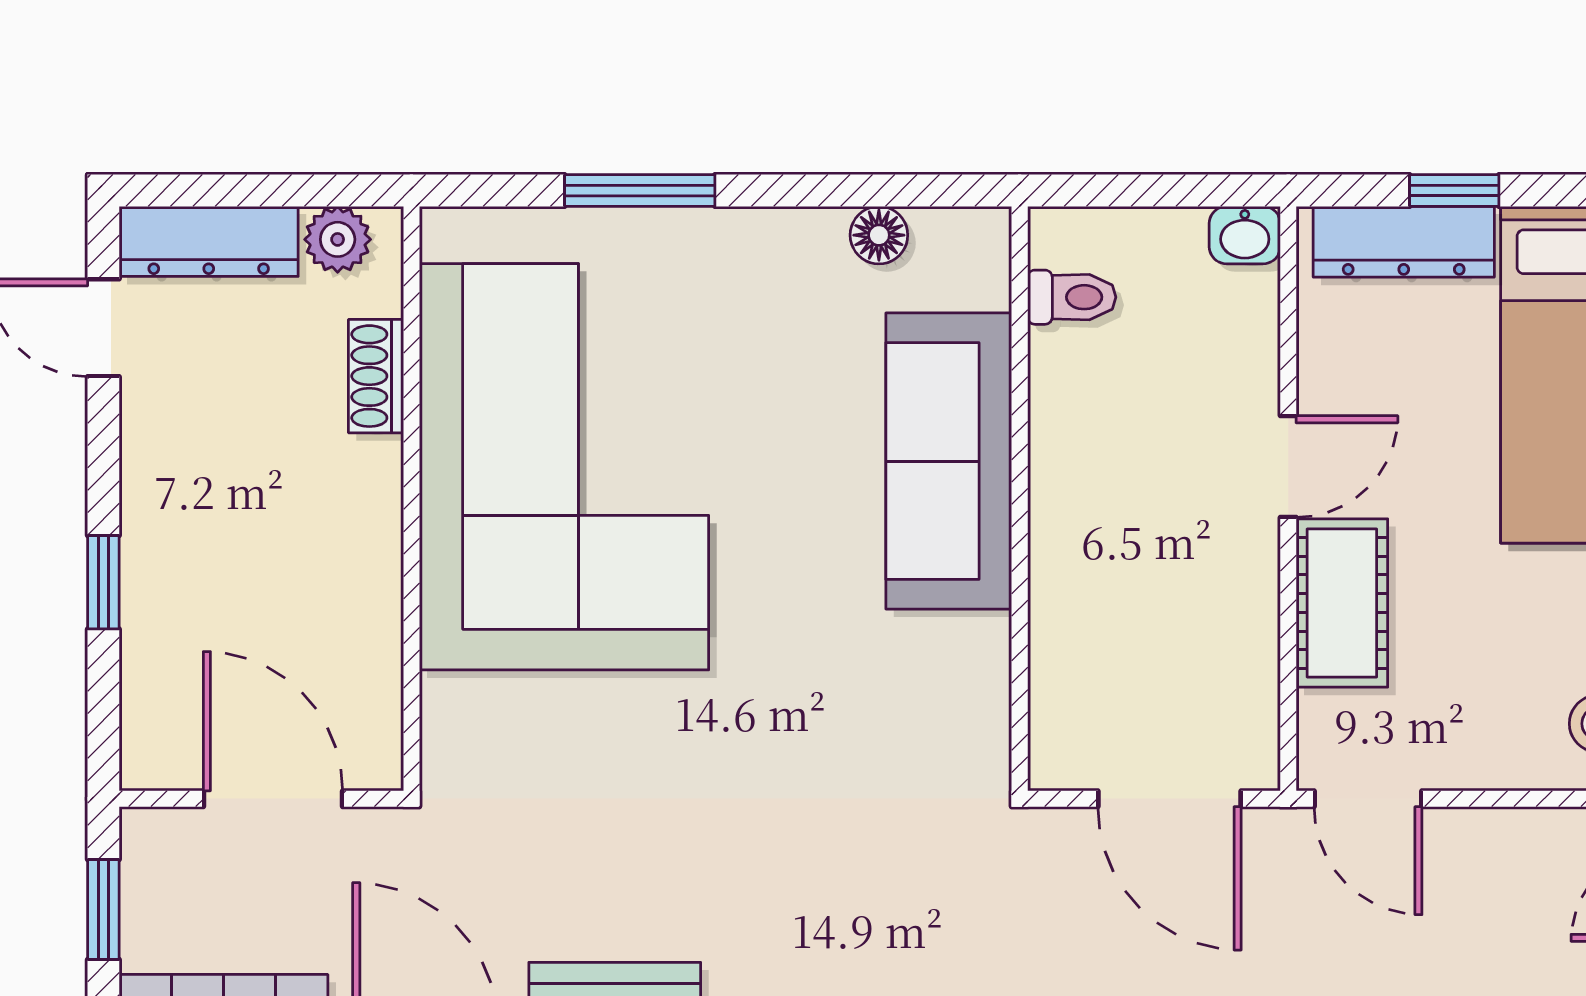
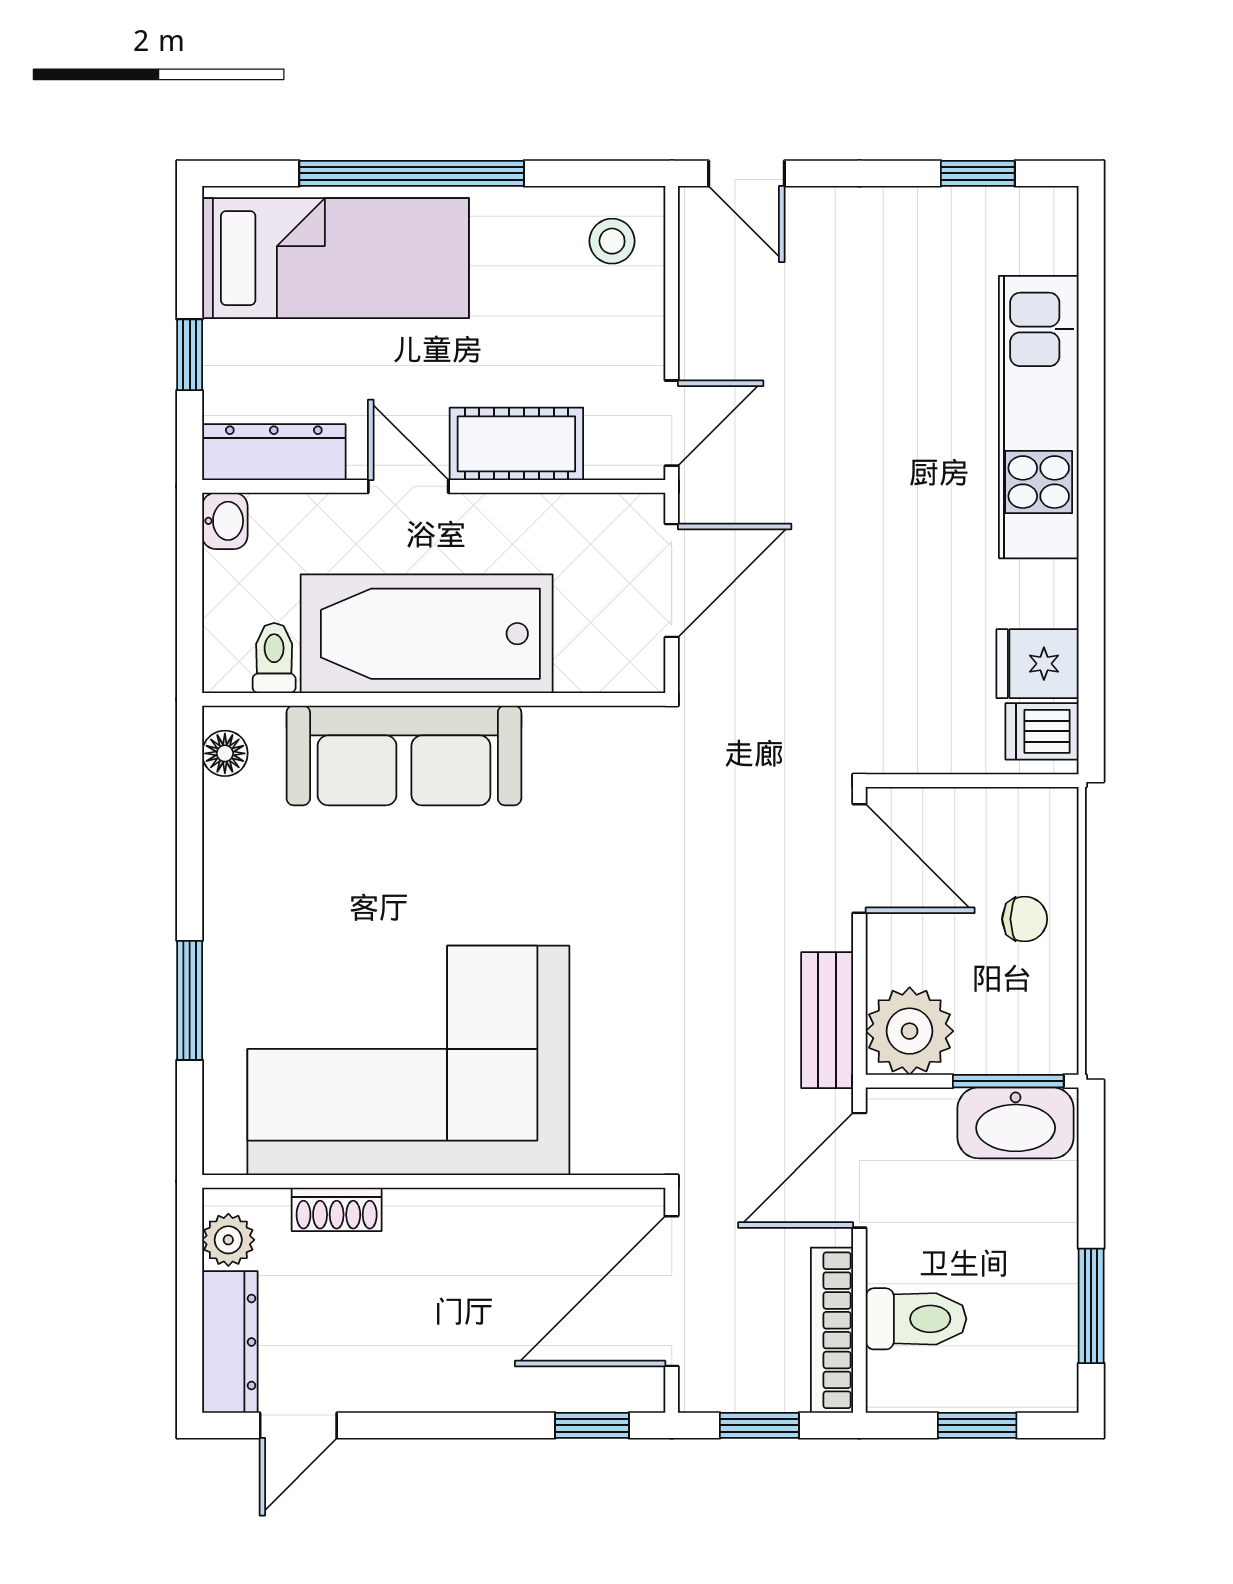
floor lamp: (879, 235) -> (225, 753), moved
dresser: (1404, 242) -> (274, 452), moved, turned -90
bathtub: (1102, 490) -> (427, 634), added
window: (103, 582) -> (592, 1425), moved
door: (273, 799) -> (672, 1291), width x1.36

